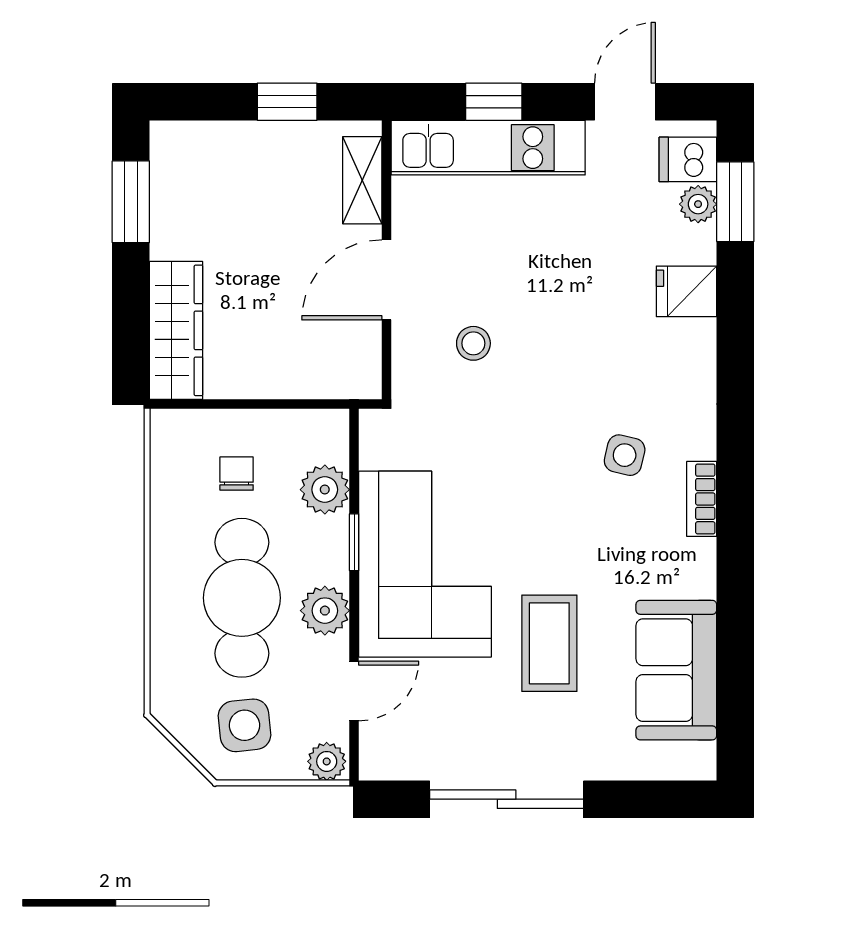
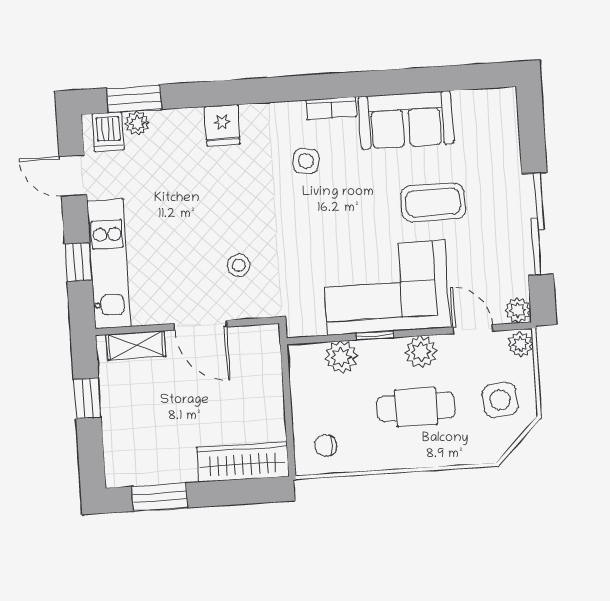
fridge: (687, 291) -> (222, 125), moved
chair: (237, 474) -> (326, 445), moved
cafe table: (242, 598) -> (416, 407), width x0.73, depth x0.74
sofa: (676, 670) -> (406, 120), moved
plant: (378, 761) -> (518, 310), added

